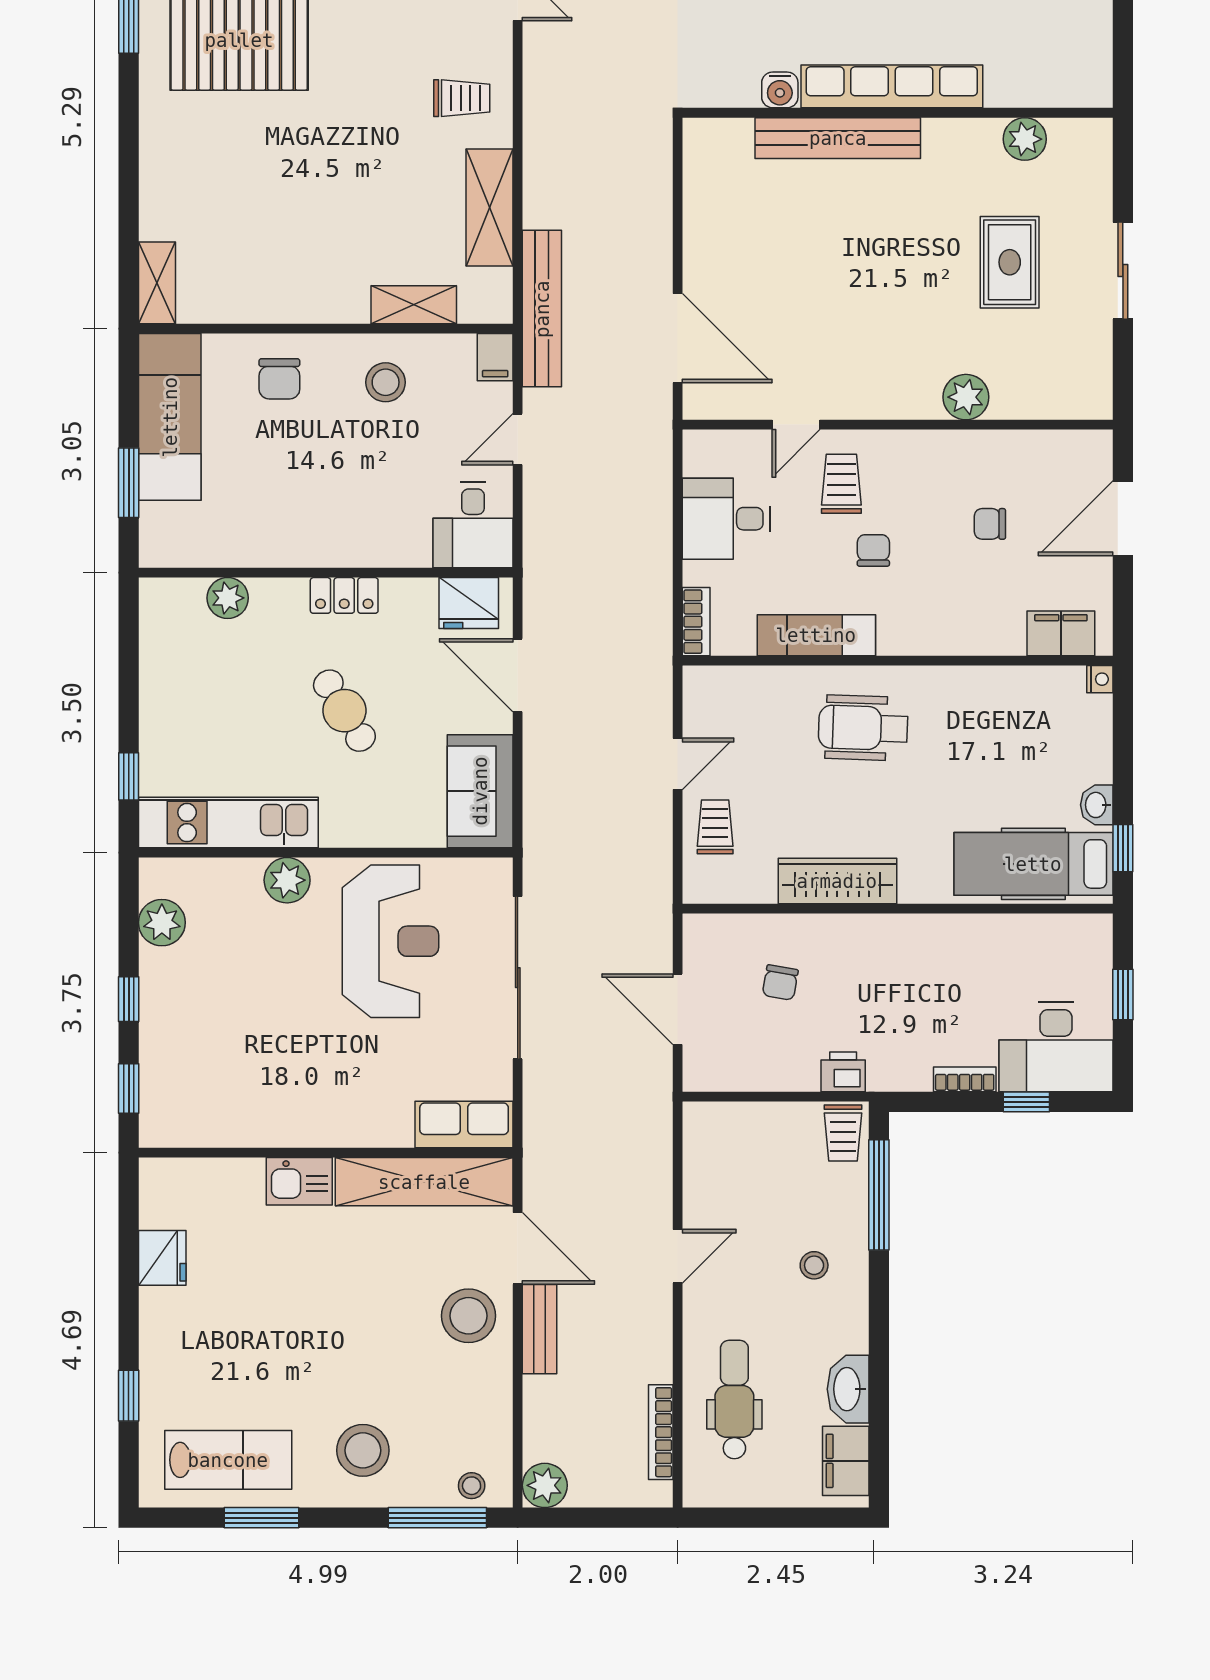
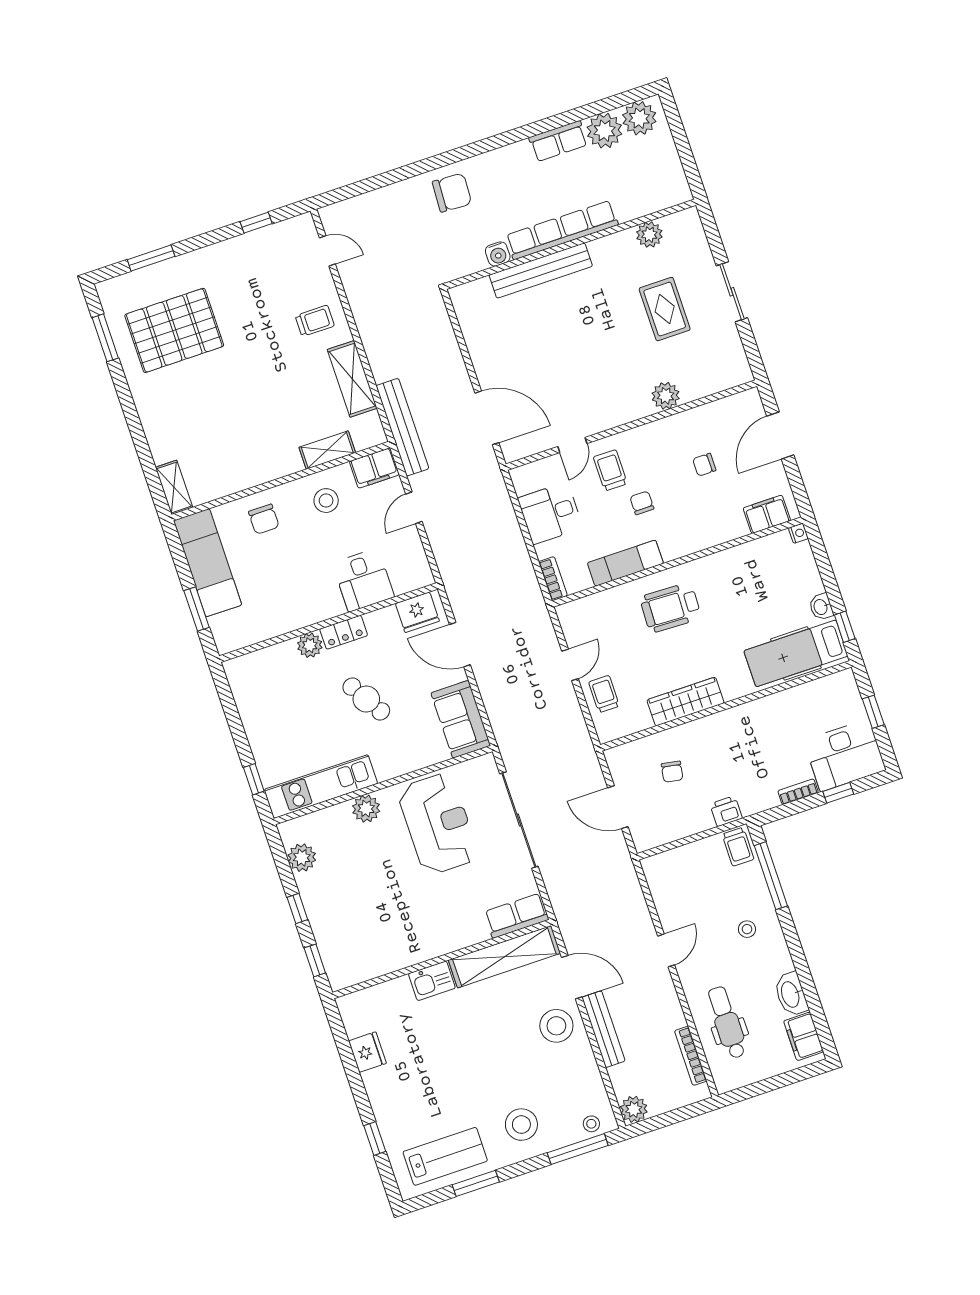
filing cabinet: (495, 357) -> (374, 468), width x2.00
desk: (473, 525) -> (363, 580), moved
plant: (228, 598) -> (310, 645), moved
bench: (540, 1329) -> (603, 1029), width x1.36

